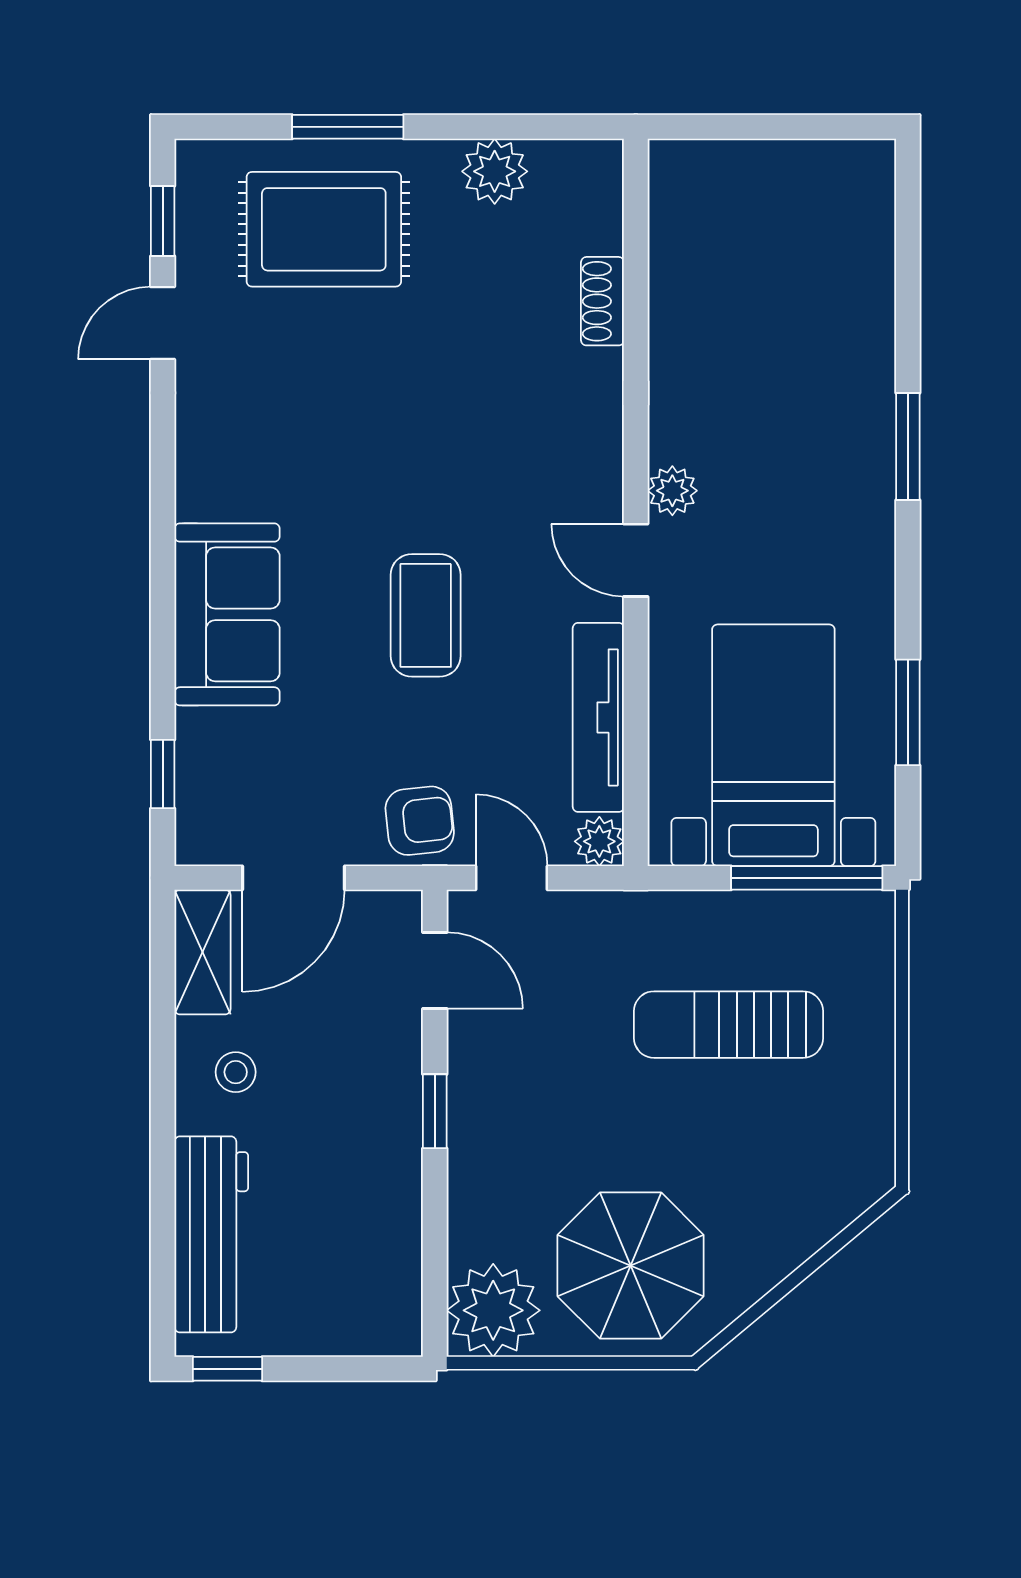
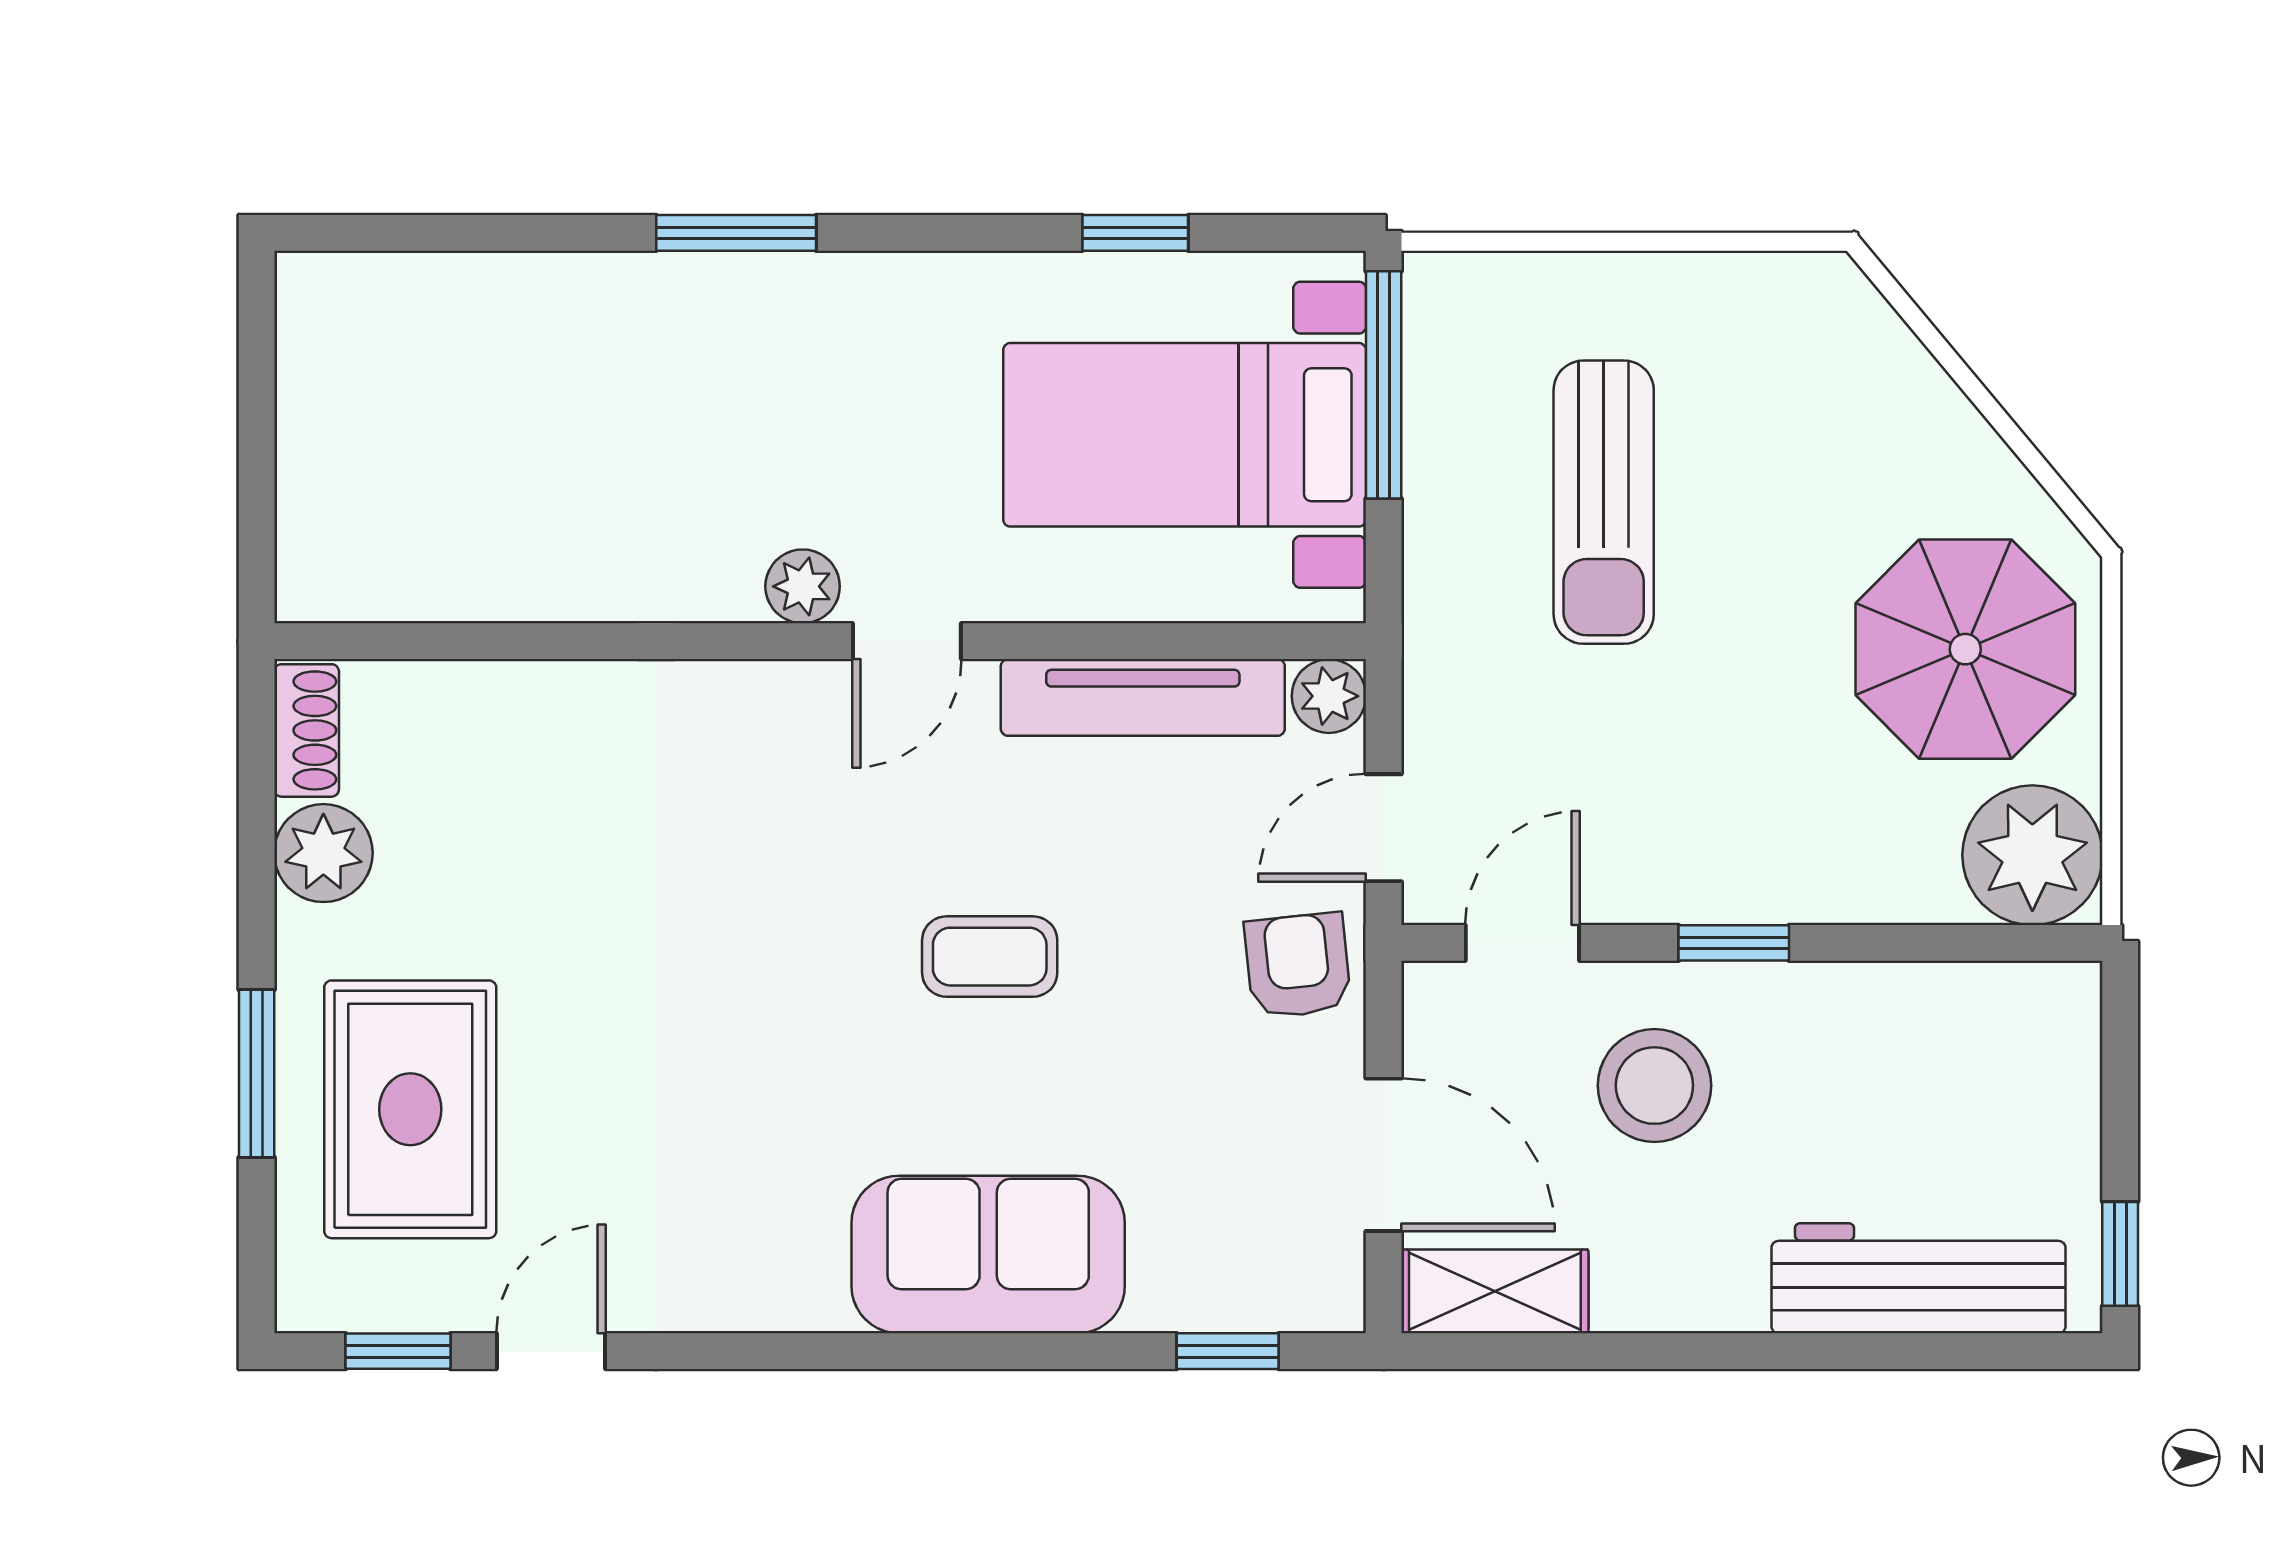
shoe rack: (602, 301) -> (307, 730), moved, turned -90
door: (163, 323) -> (551, 1351), swing flipped
coffee table: (426, 615) -> (990, 957), width x0.73, depth x0.77
window: (908, 712) -> (1135, 233), width x0.67
stool: (236, 1072) -> (1654, 1086), moved, width x1.89, depth x1.89

